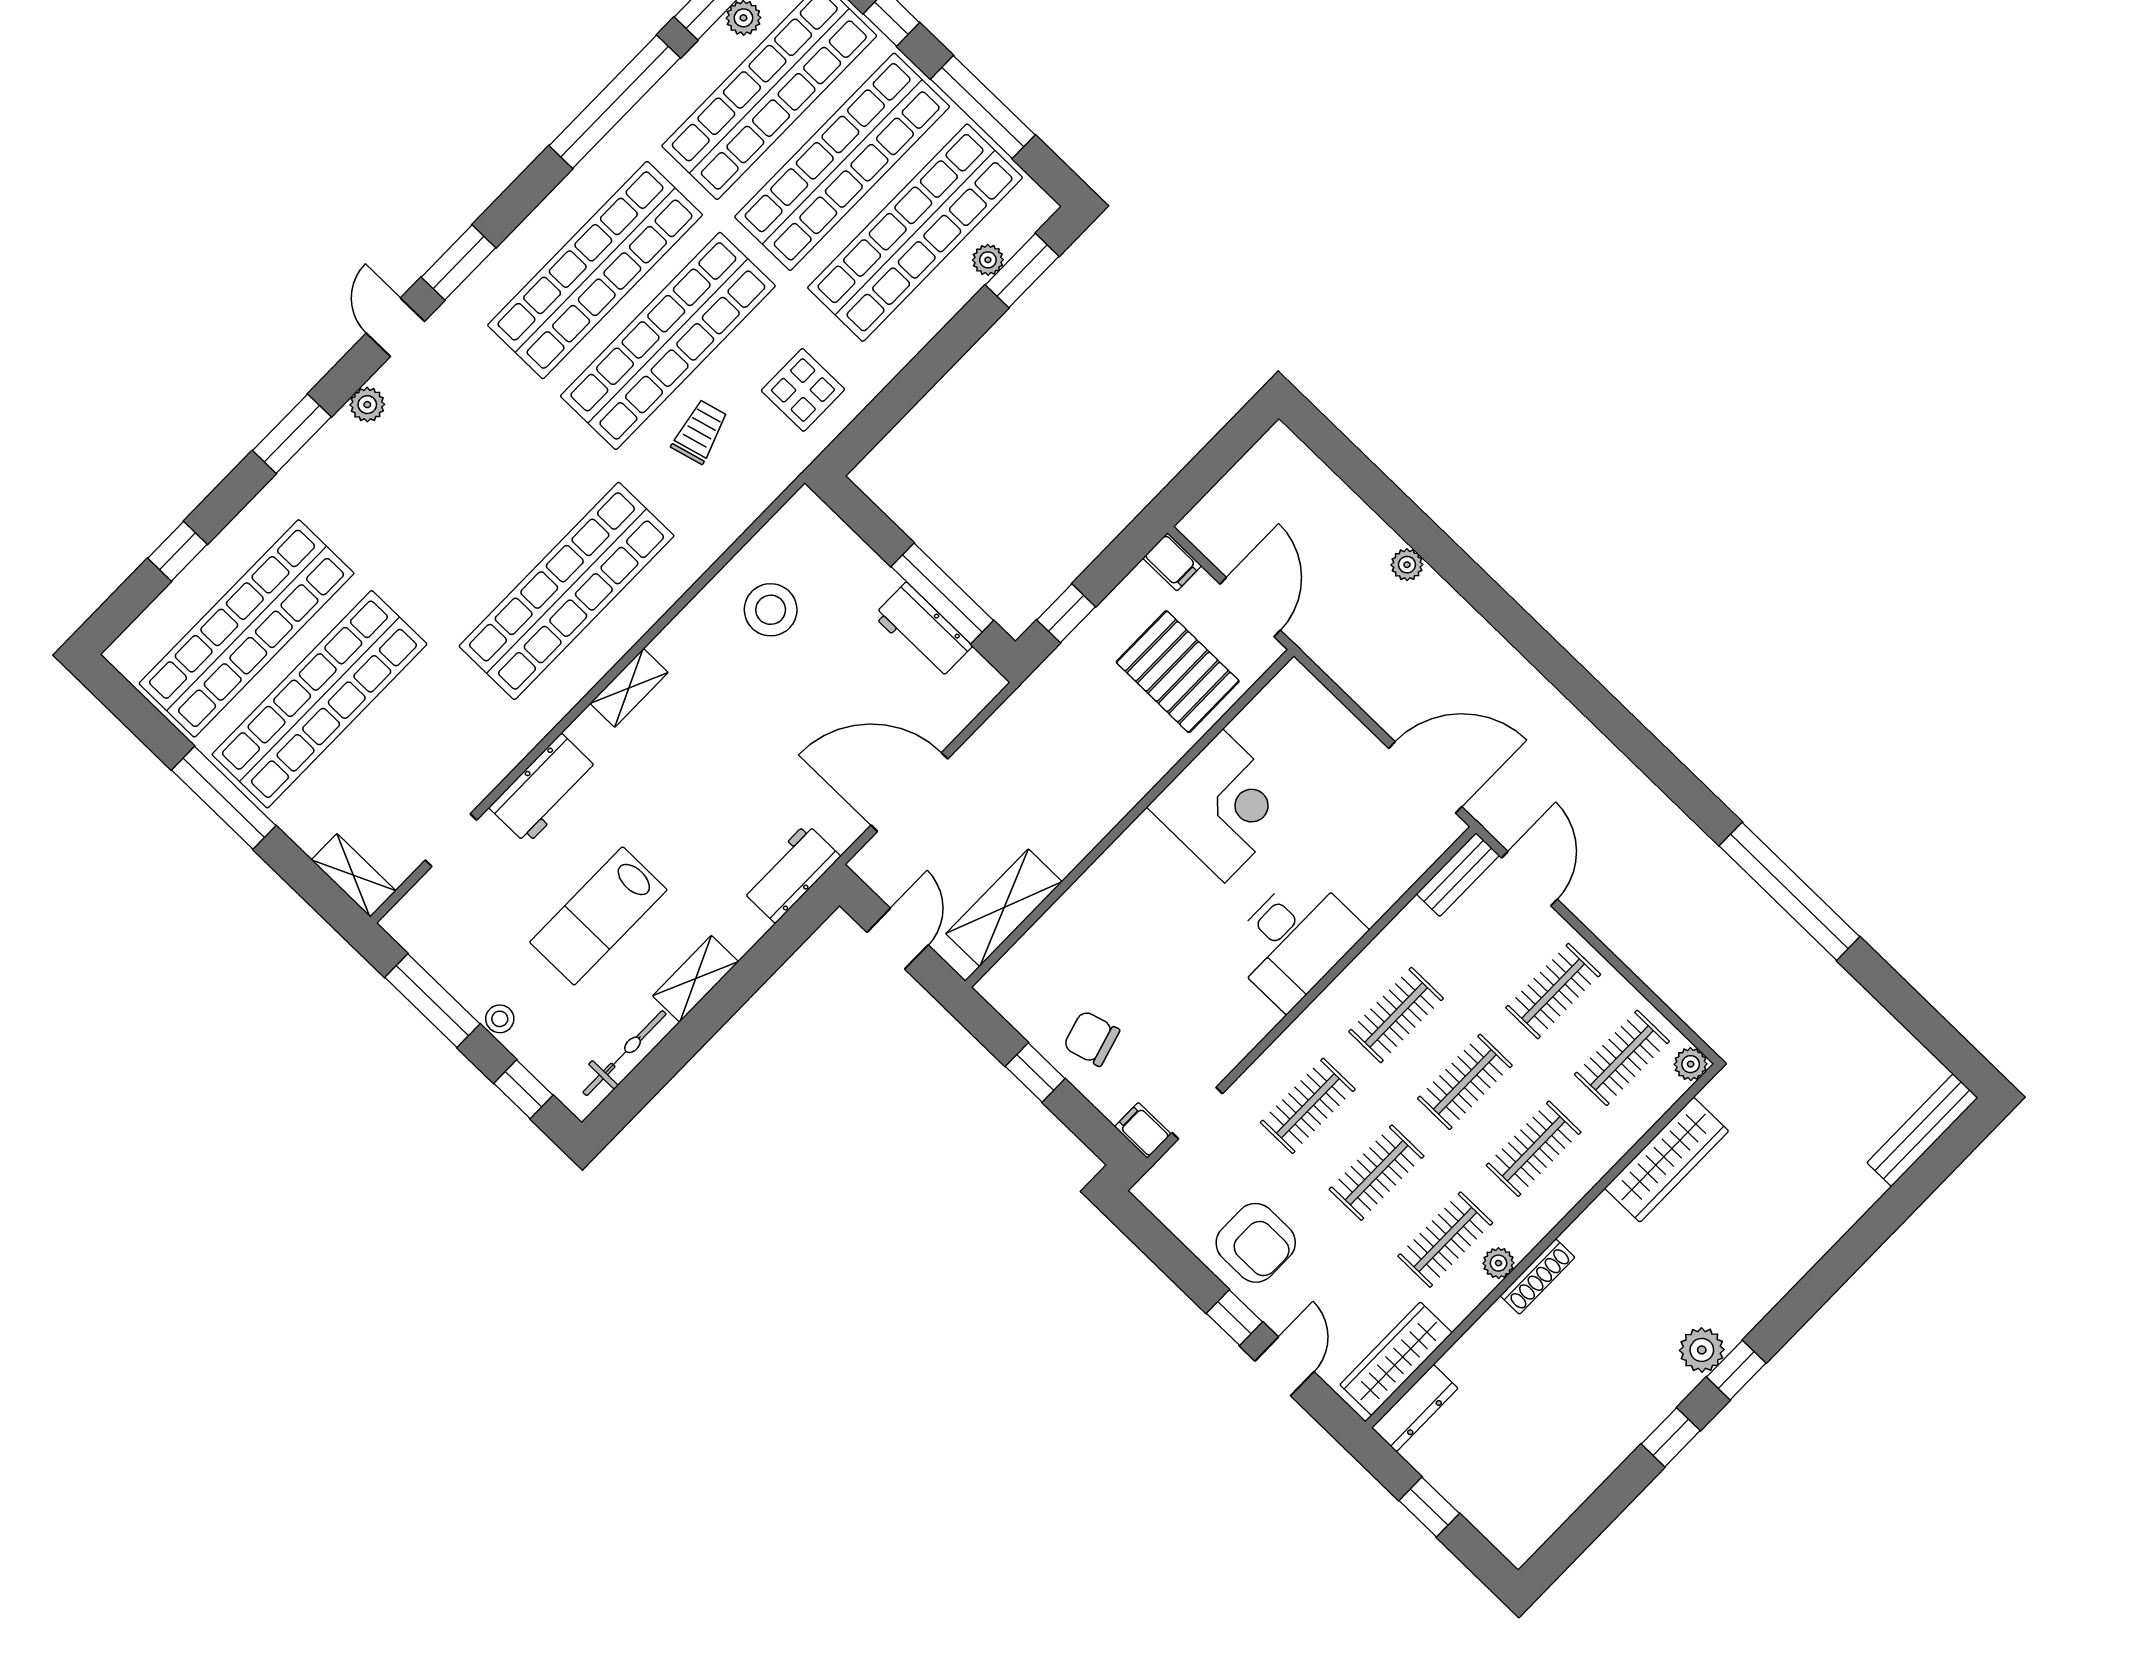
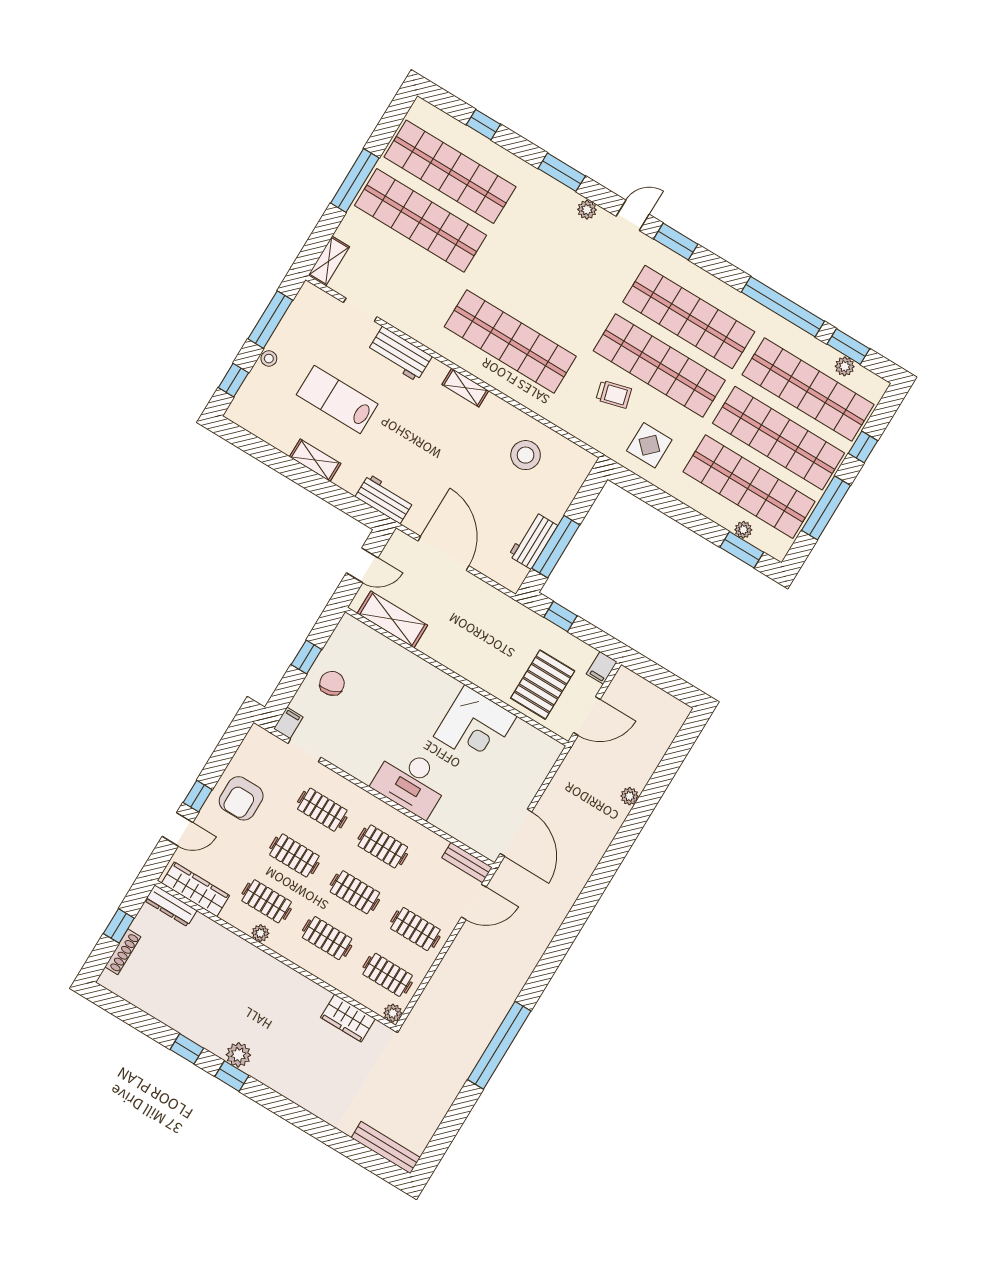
bicycle: (625, 1053) -> (266, 431), removed
wardrobe: (1667, 1160) -> (348, 1018), width x0.67
shoe rack: (1537, 1277) -> (123, 952), moved, turned -90

